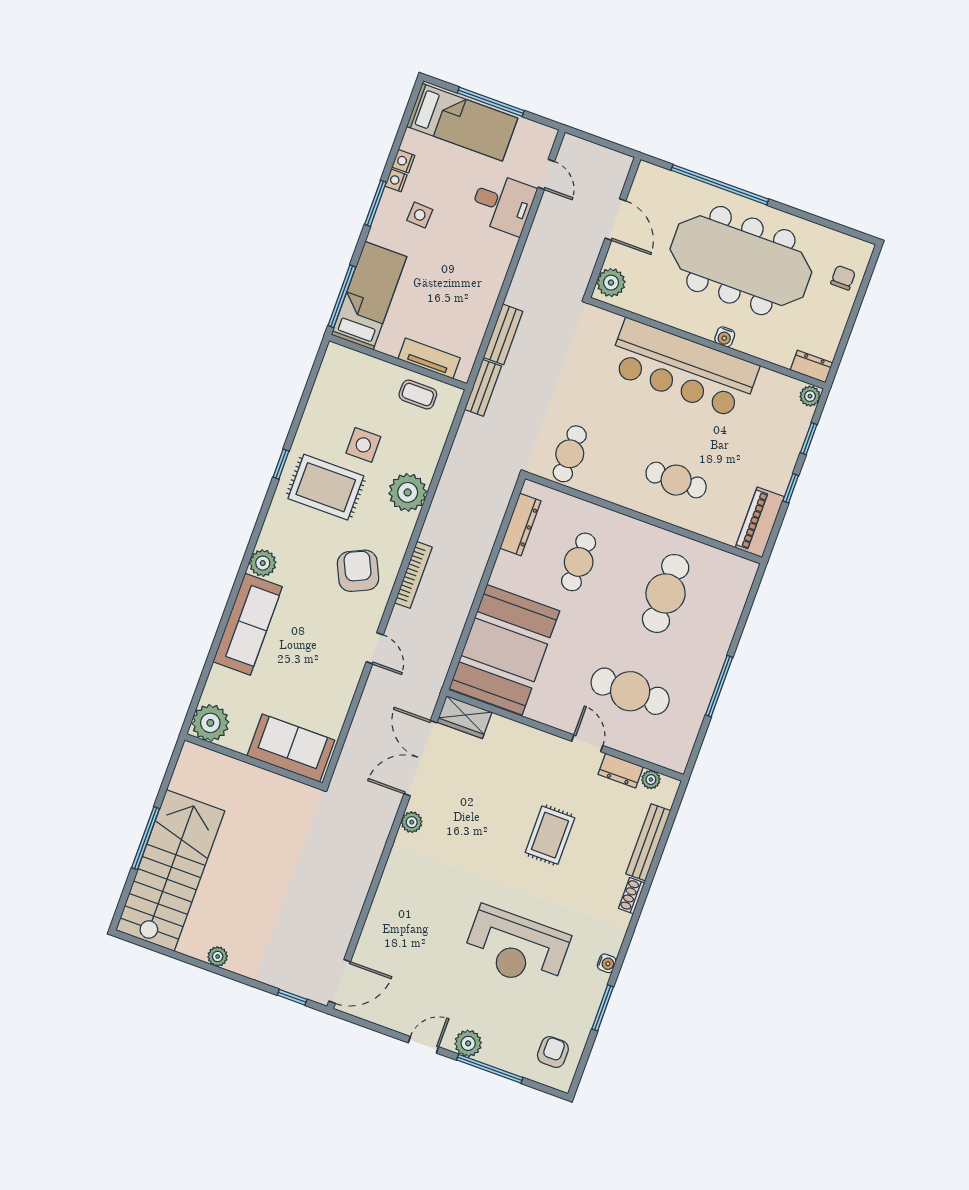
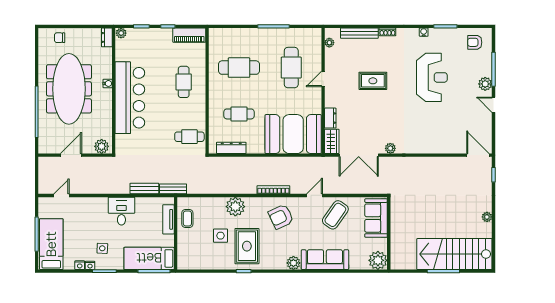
desk: (503, 204) -> (121, 211), moved
coffee table: (324, 674) -> (335, 215), added
dresser: (621, 771) -> (330, 118), moved

